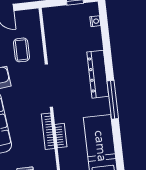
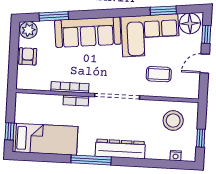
stool: (63, 29) -> (173, 121), added
bookcase: (61, 136) -> (76, 101), moved

